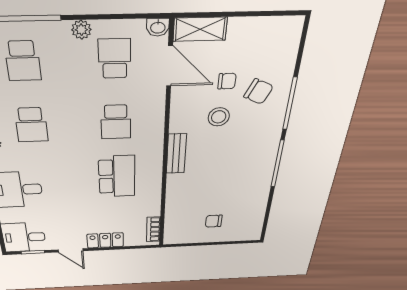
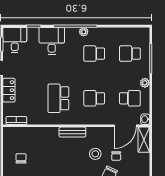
school desk: (117, 176) -> (58, 98), turned 90

